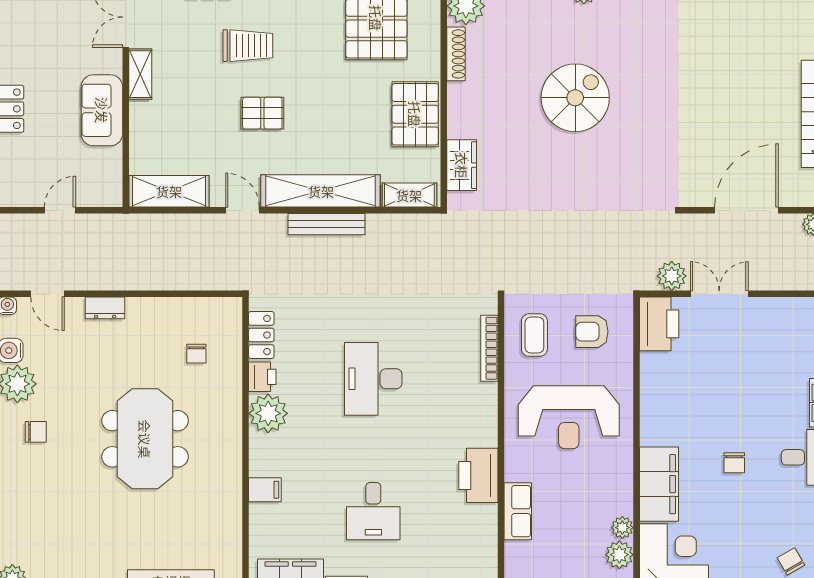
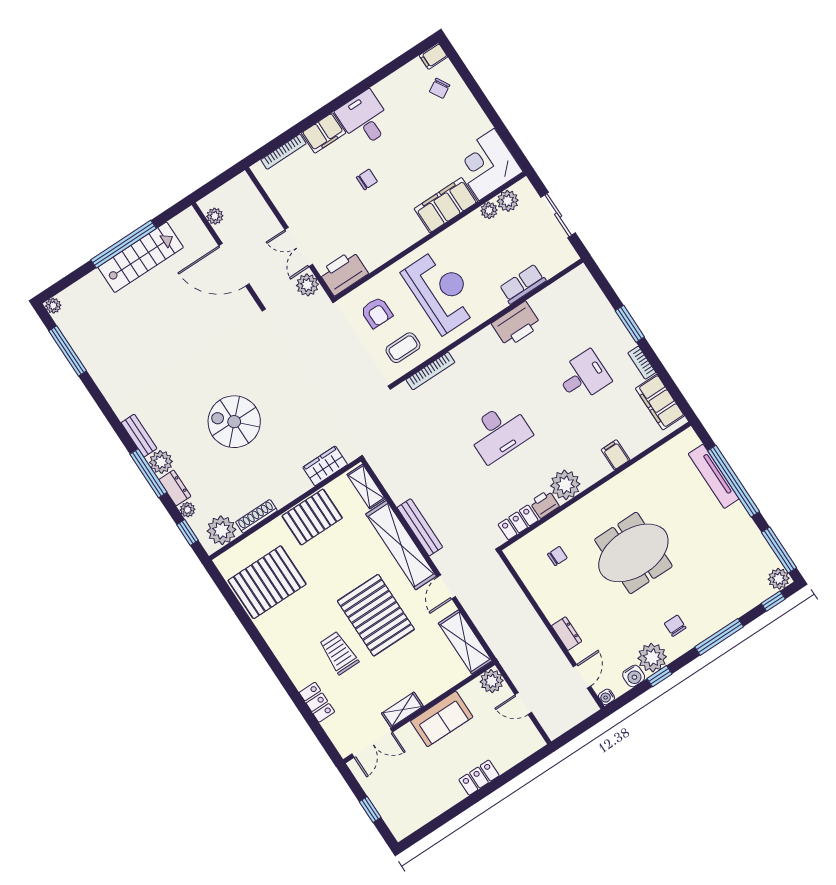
pallet: (262, 113) -> (376, 615), width x2.05, depth x2.00
plant: (107, 192) -> (492, 681), added
chair: (734, 463) -> (367, 179), moved

